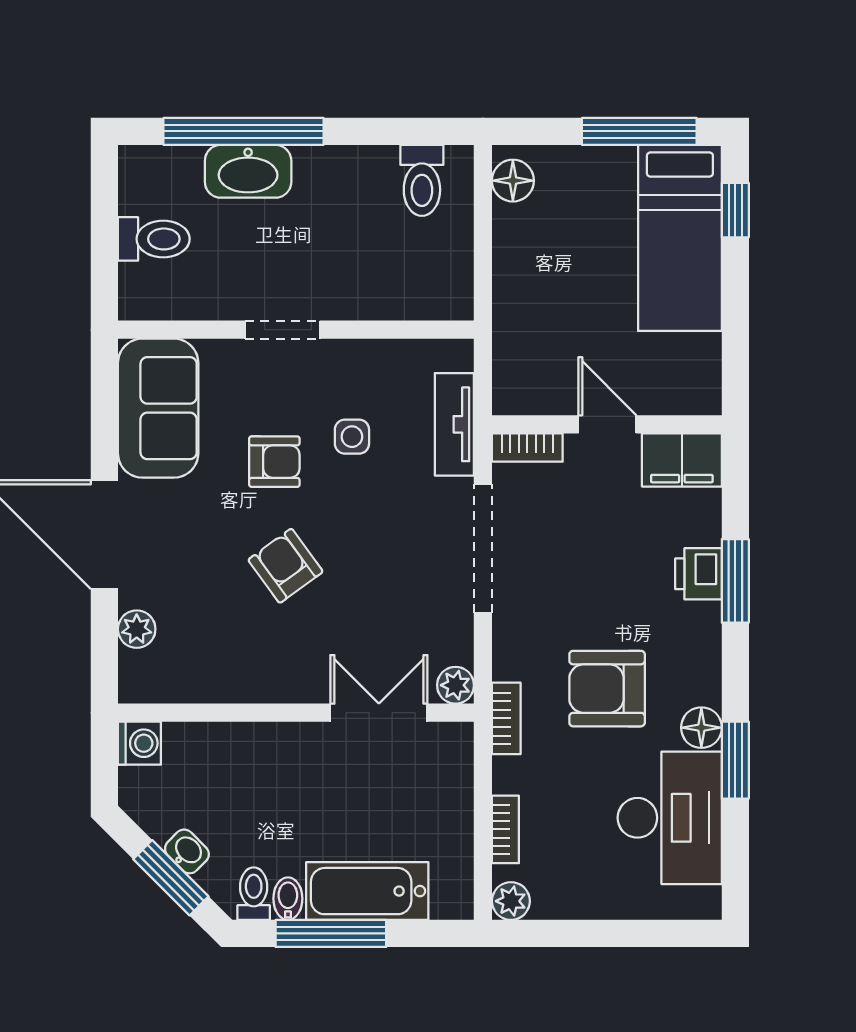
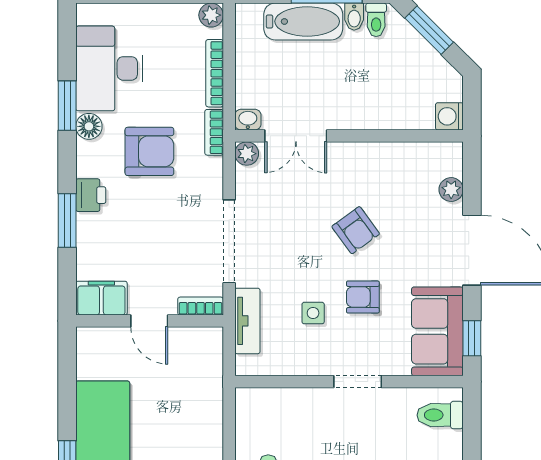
toilet: (154, 239) -> (440, 415), moved
window: (104, 397) -> (472, 338), added
printer: (698, 574) -> (91, 195), moved
bookcase: (505, 829) -> (215, 73), width x1.56
washbasin: (187, 851) -> (248, 120), moved, turned 135

